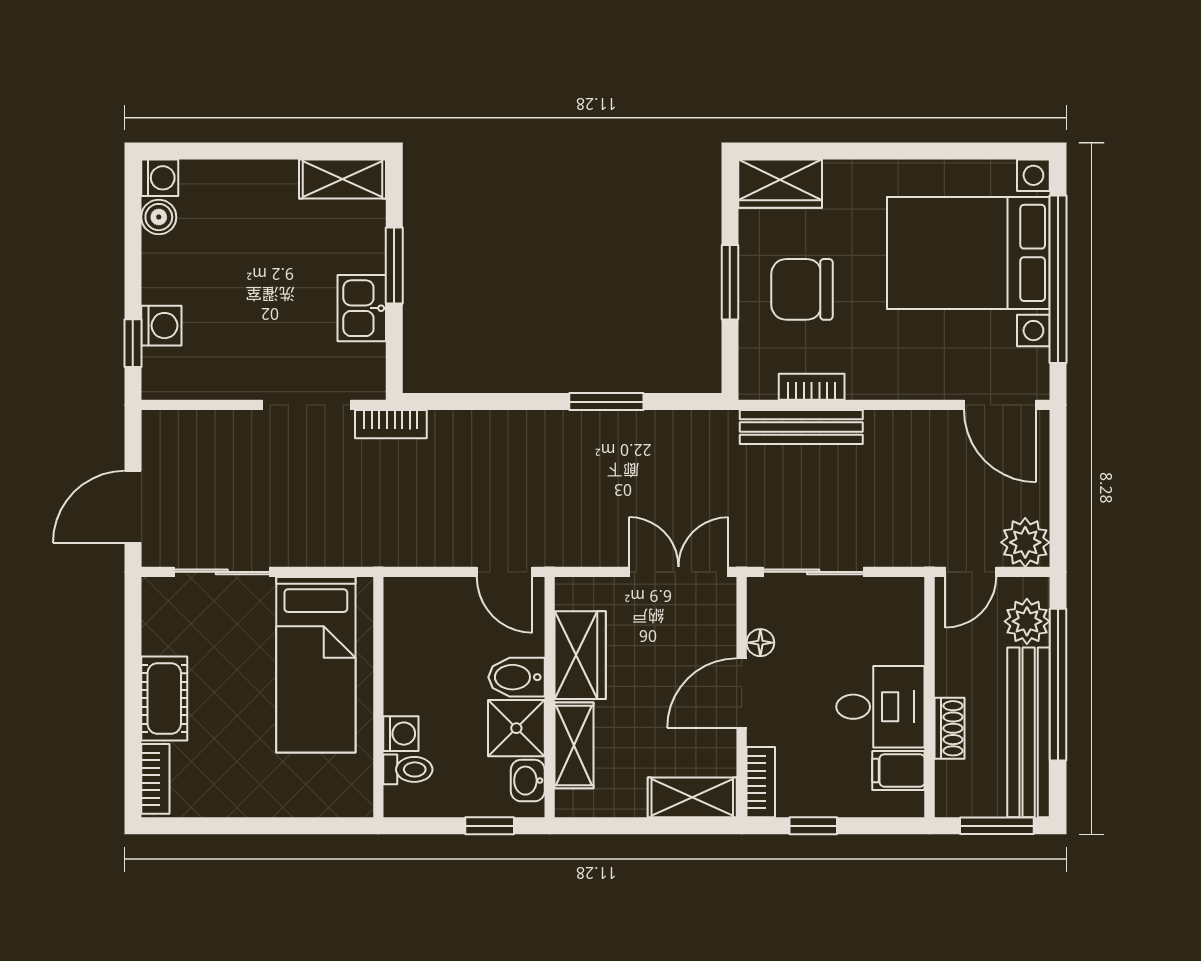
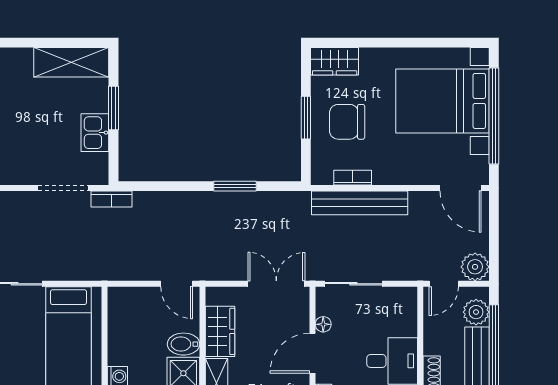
shelving: (343, 179) -> (71, 62), width x1.50, depth x1.33
bench: (801, 427) -> (360, 203), width x1.37, depth x1.21

